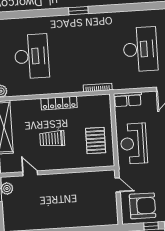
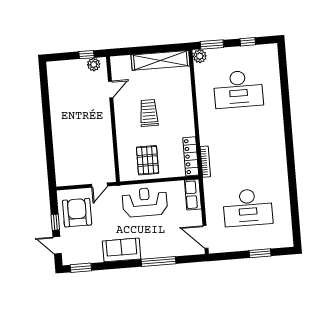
window: (78, 11) -> (289, 139), removed
locker: (59, 103) -> (191, 156), moved
pallet: (96, 140) -> (148, 160), turned 90
armchair: (143, 206) -> (77, 213), turned 180

